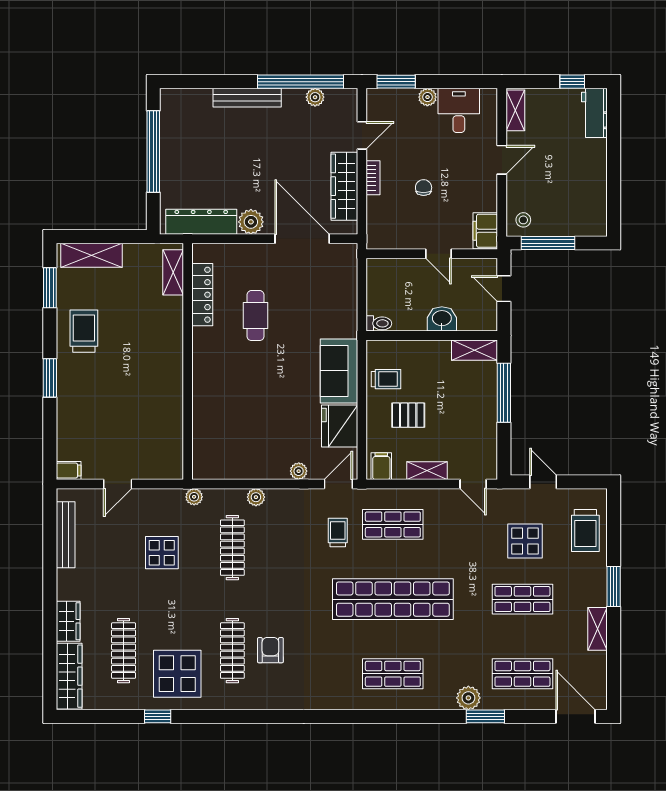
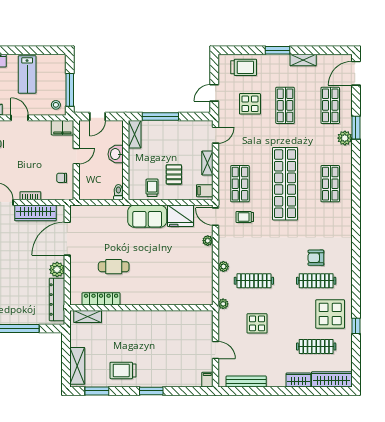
lab bench: (574, 172) -> (27, 74), added
chair: (424, 188) -> (62, 178), moved

